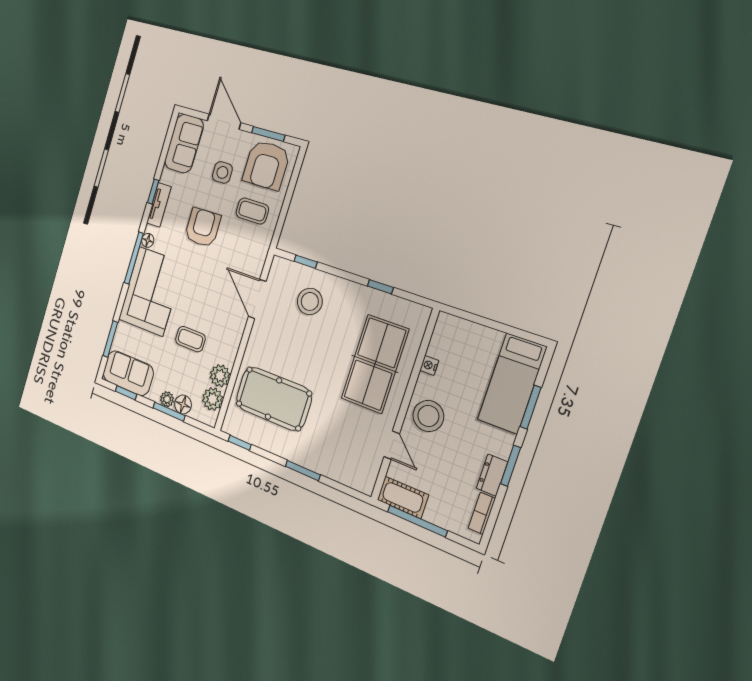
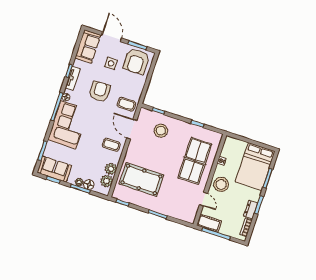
coffee table: (252, 211) -> (126, 104), moved
coffee table: (190, 339) -> (111, 145), moved
bed: (512, 383) -> (255, 167), width x1.50

